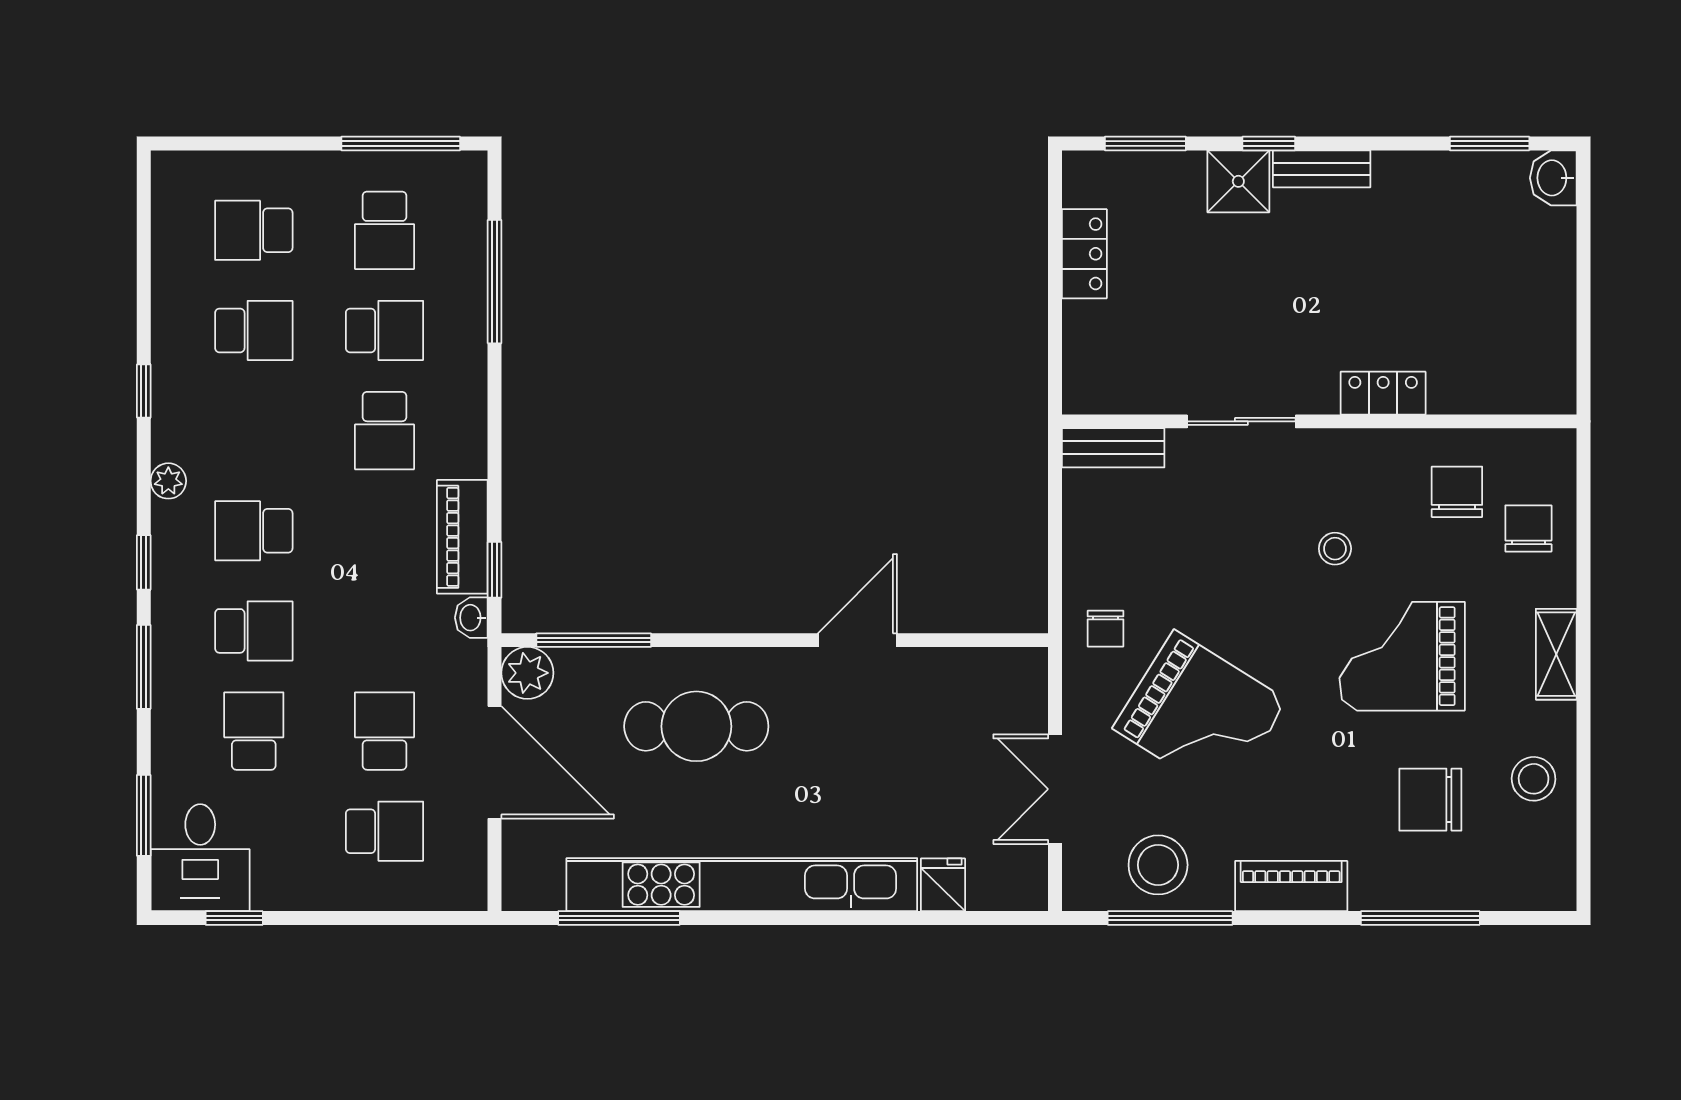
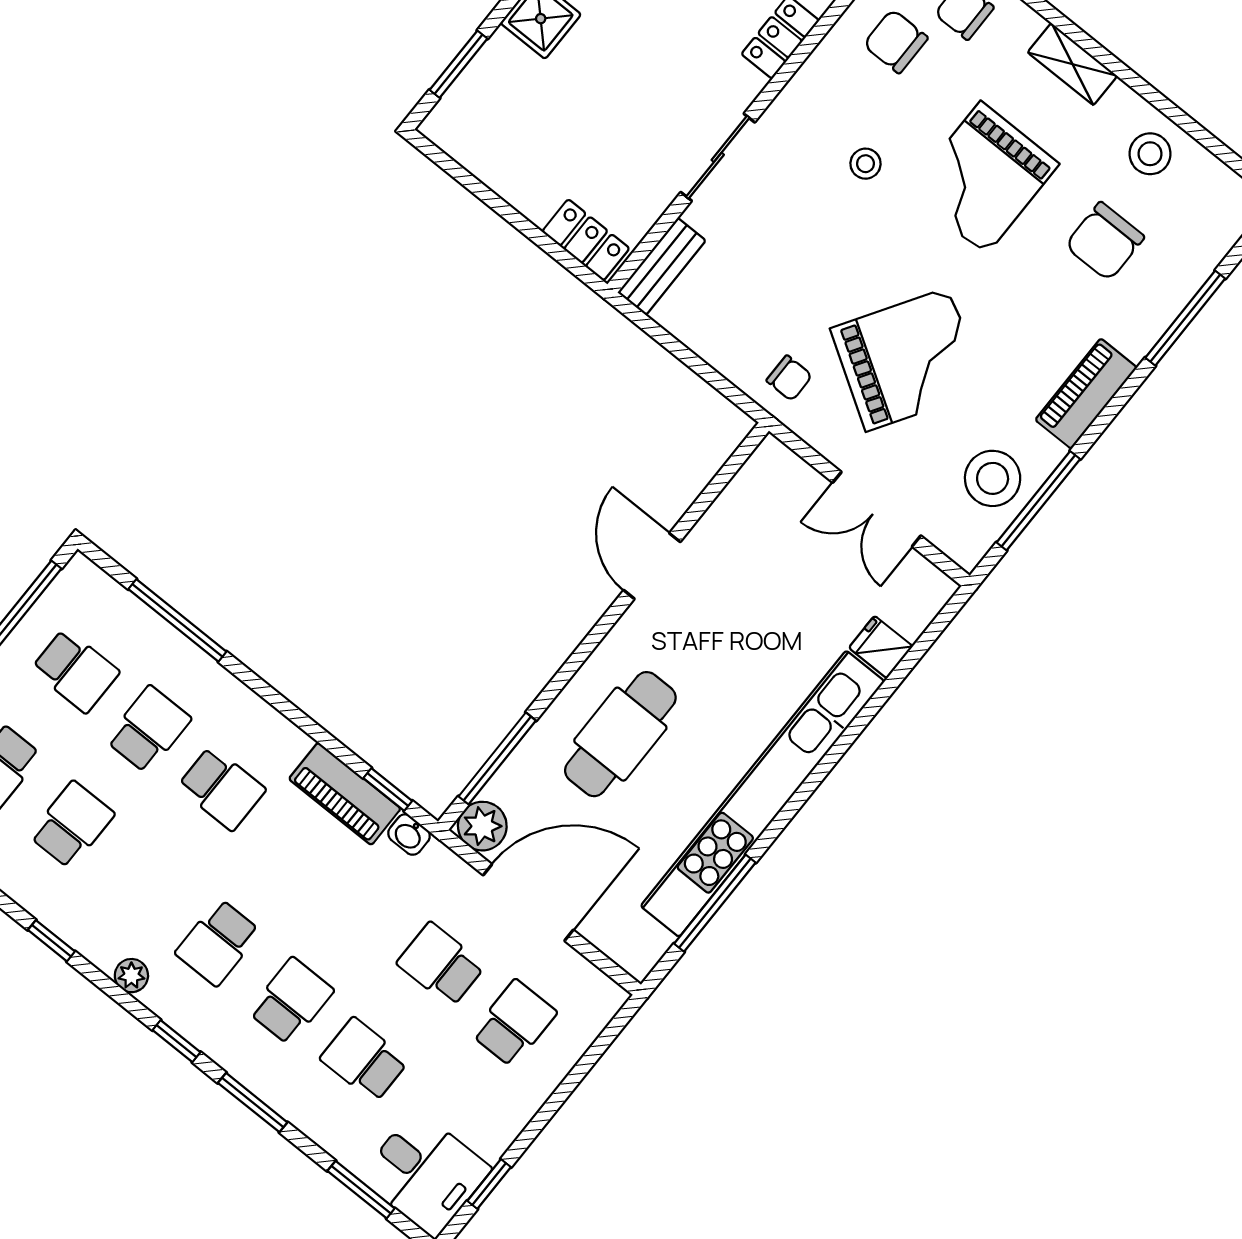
locker: (1084, 254) -> (586, 240), moved

